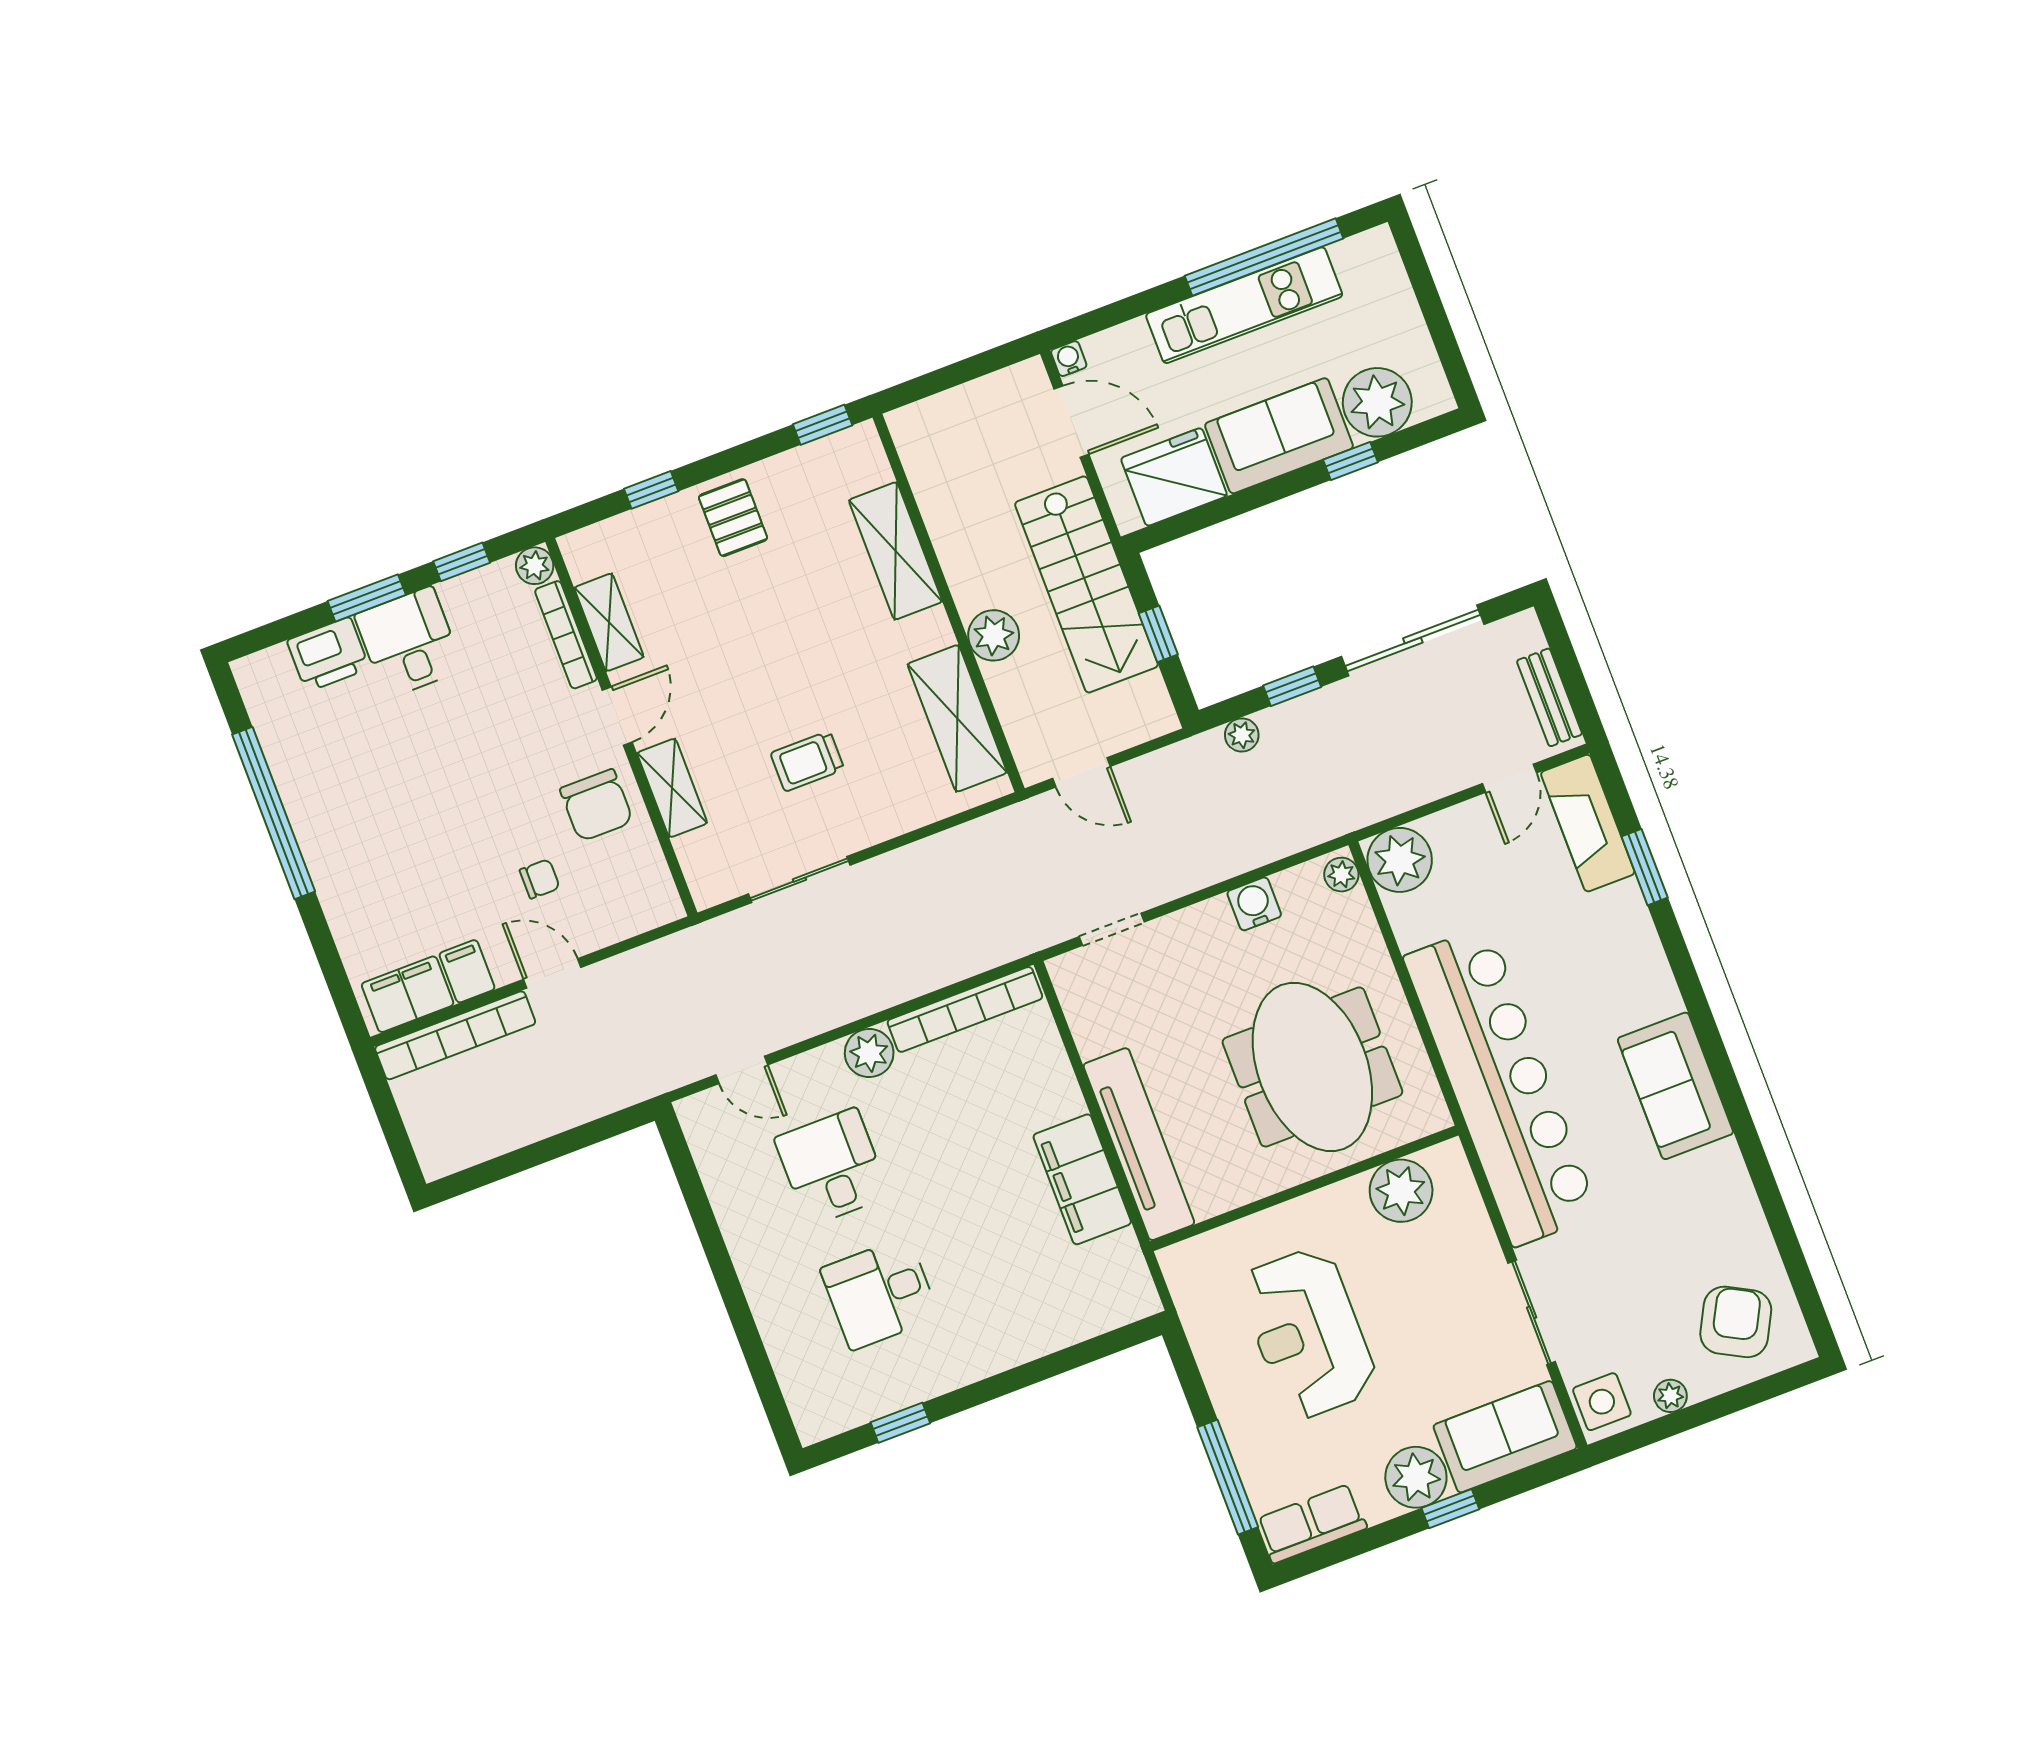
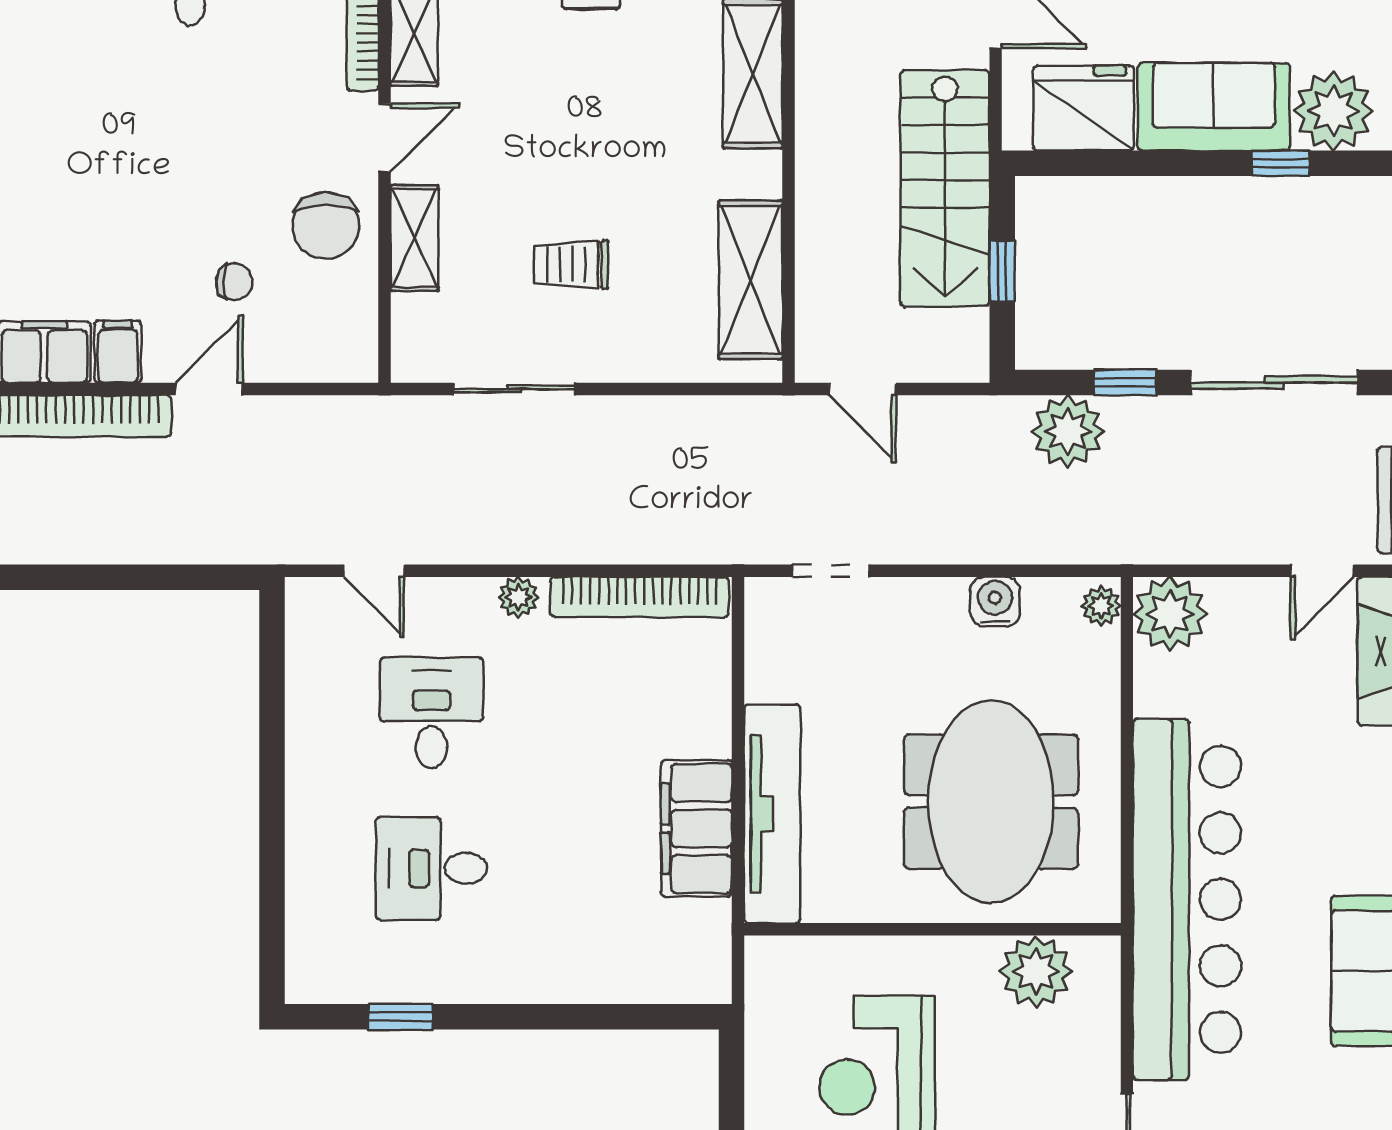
plant: (994, 635) -> (824, 205), removed
plant: (1242, 735) -> (1068, 431), width x1.88, depth x1.88
door: (552, 973) -> (209, 389), hinge flipped
plant: (869, 1053) -> (518, 597), width x0.73, depth x0.73

